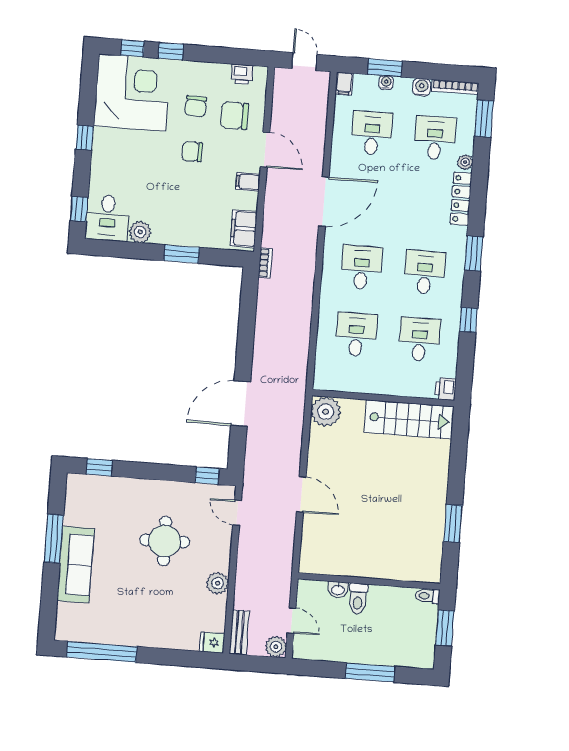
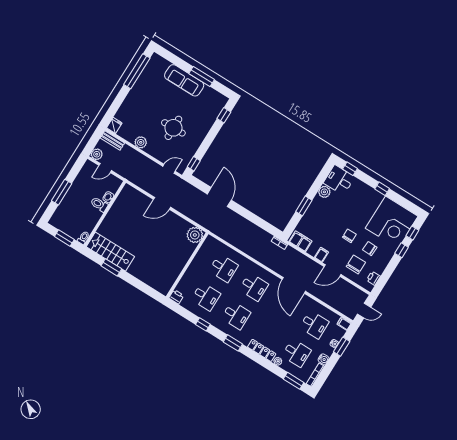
stairs: (409, 420) -> (110, 252), moved, turned 90

